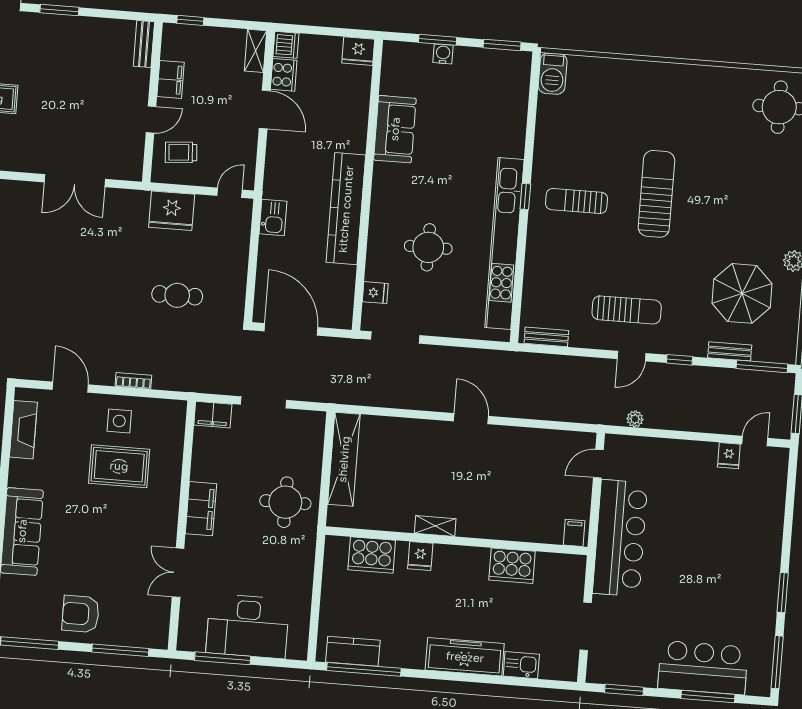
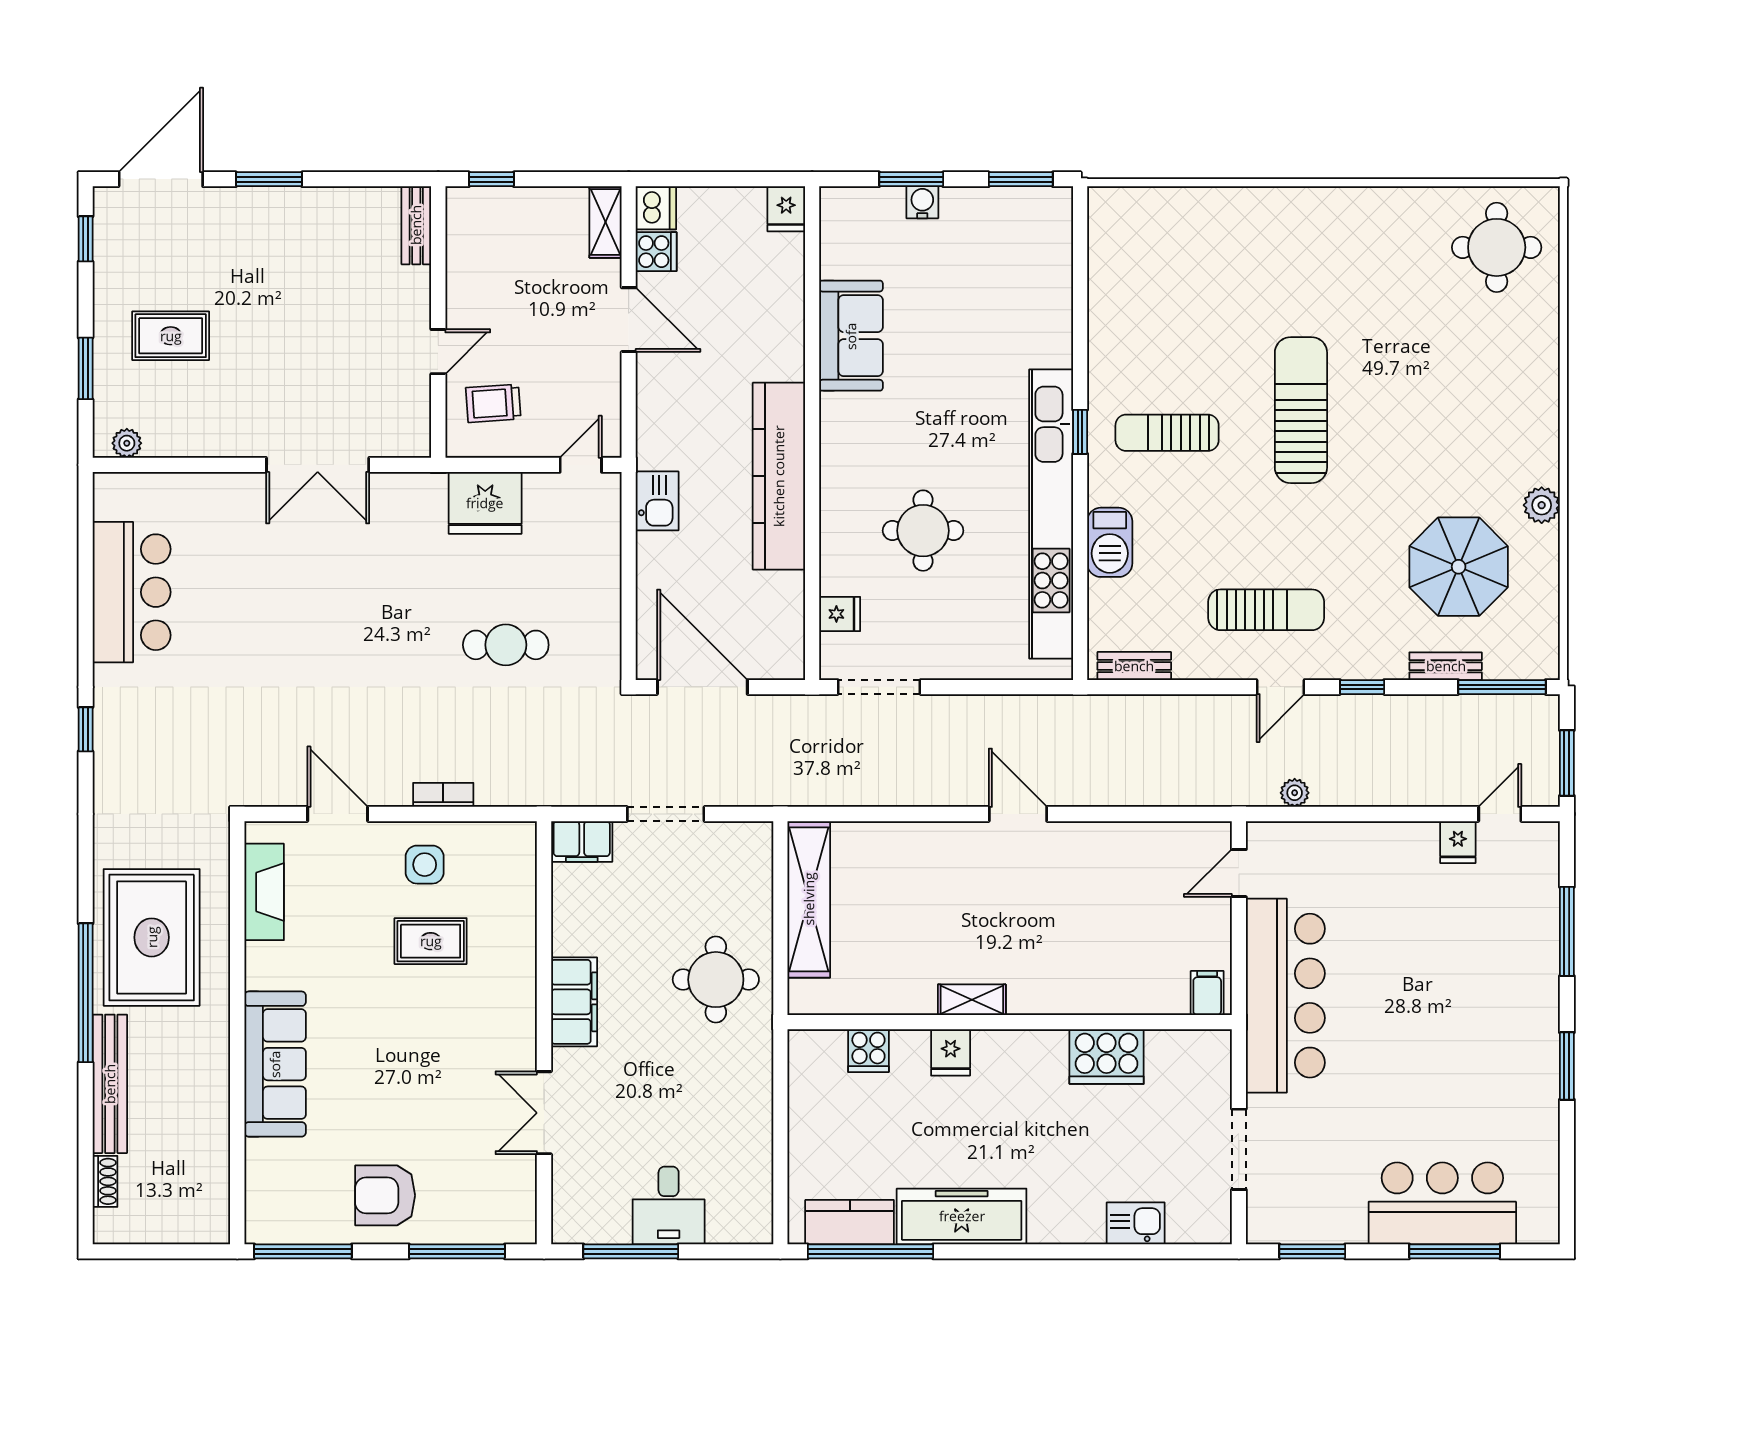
fridge: (358, 51) -> (786, 209), width x0.72
barbecue: (553, 74) -> (1110, 542), moved
cooker: (284, 75) -> (656, 252), width x0.73
filing cabinet: (171, 79) -> (466, 282), removed
rug: (119, 466) -> (431, 941), width x0.73, depth x0.70
cooker: (372, 555) -> (868, 1051), width x0.53, depth x0.76
desk: (248, 626) -> (669, 1205), width x0.53, depth x0.77
freezer: (465, 657) -> (962, 1216), moved
window: (777, 662) -> (1567, 931), moved

